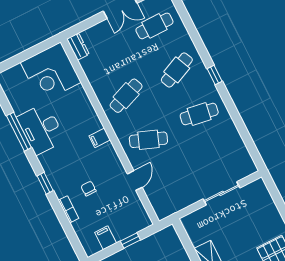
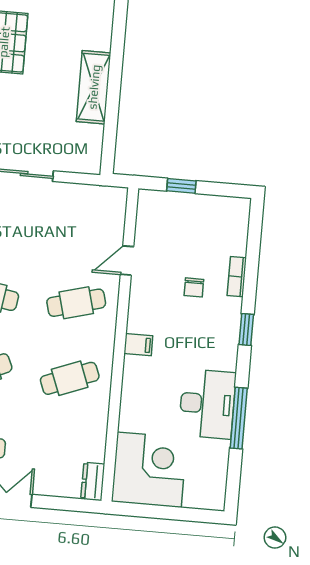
cafe table: (148, 140) -> (76, 303), turned -36
filing cabinet: (106, 238) -> (211, 210), removed

